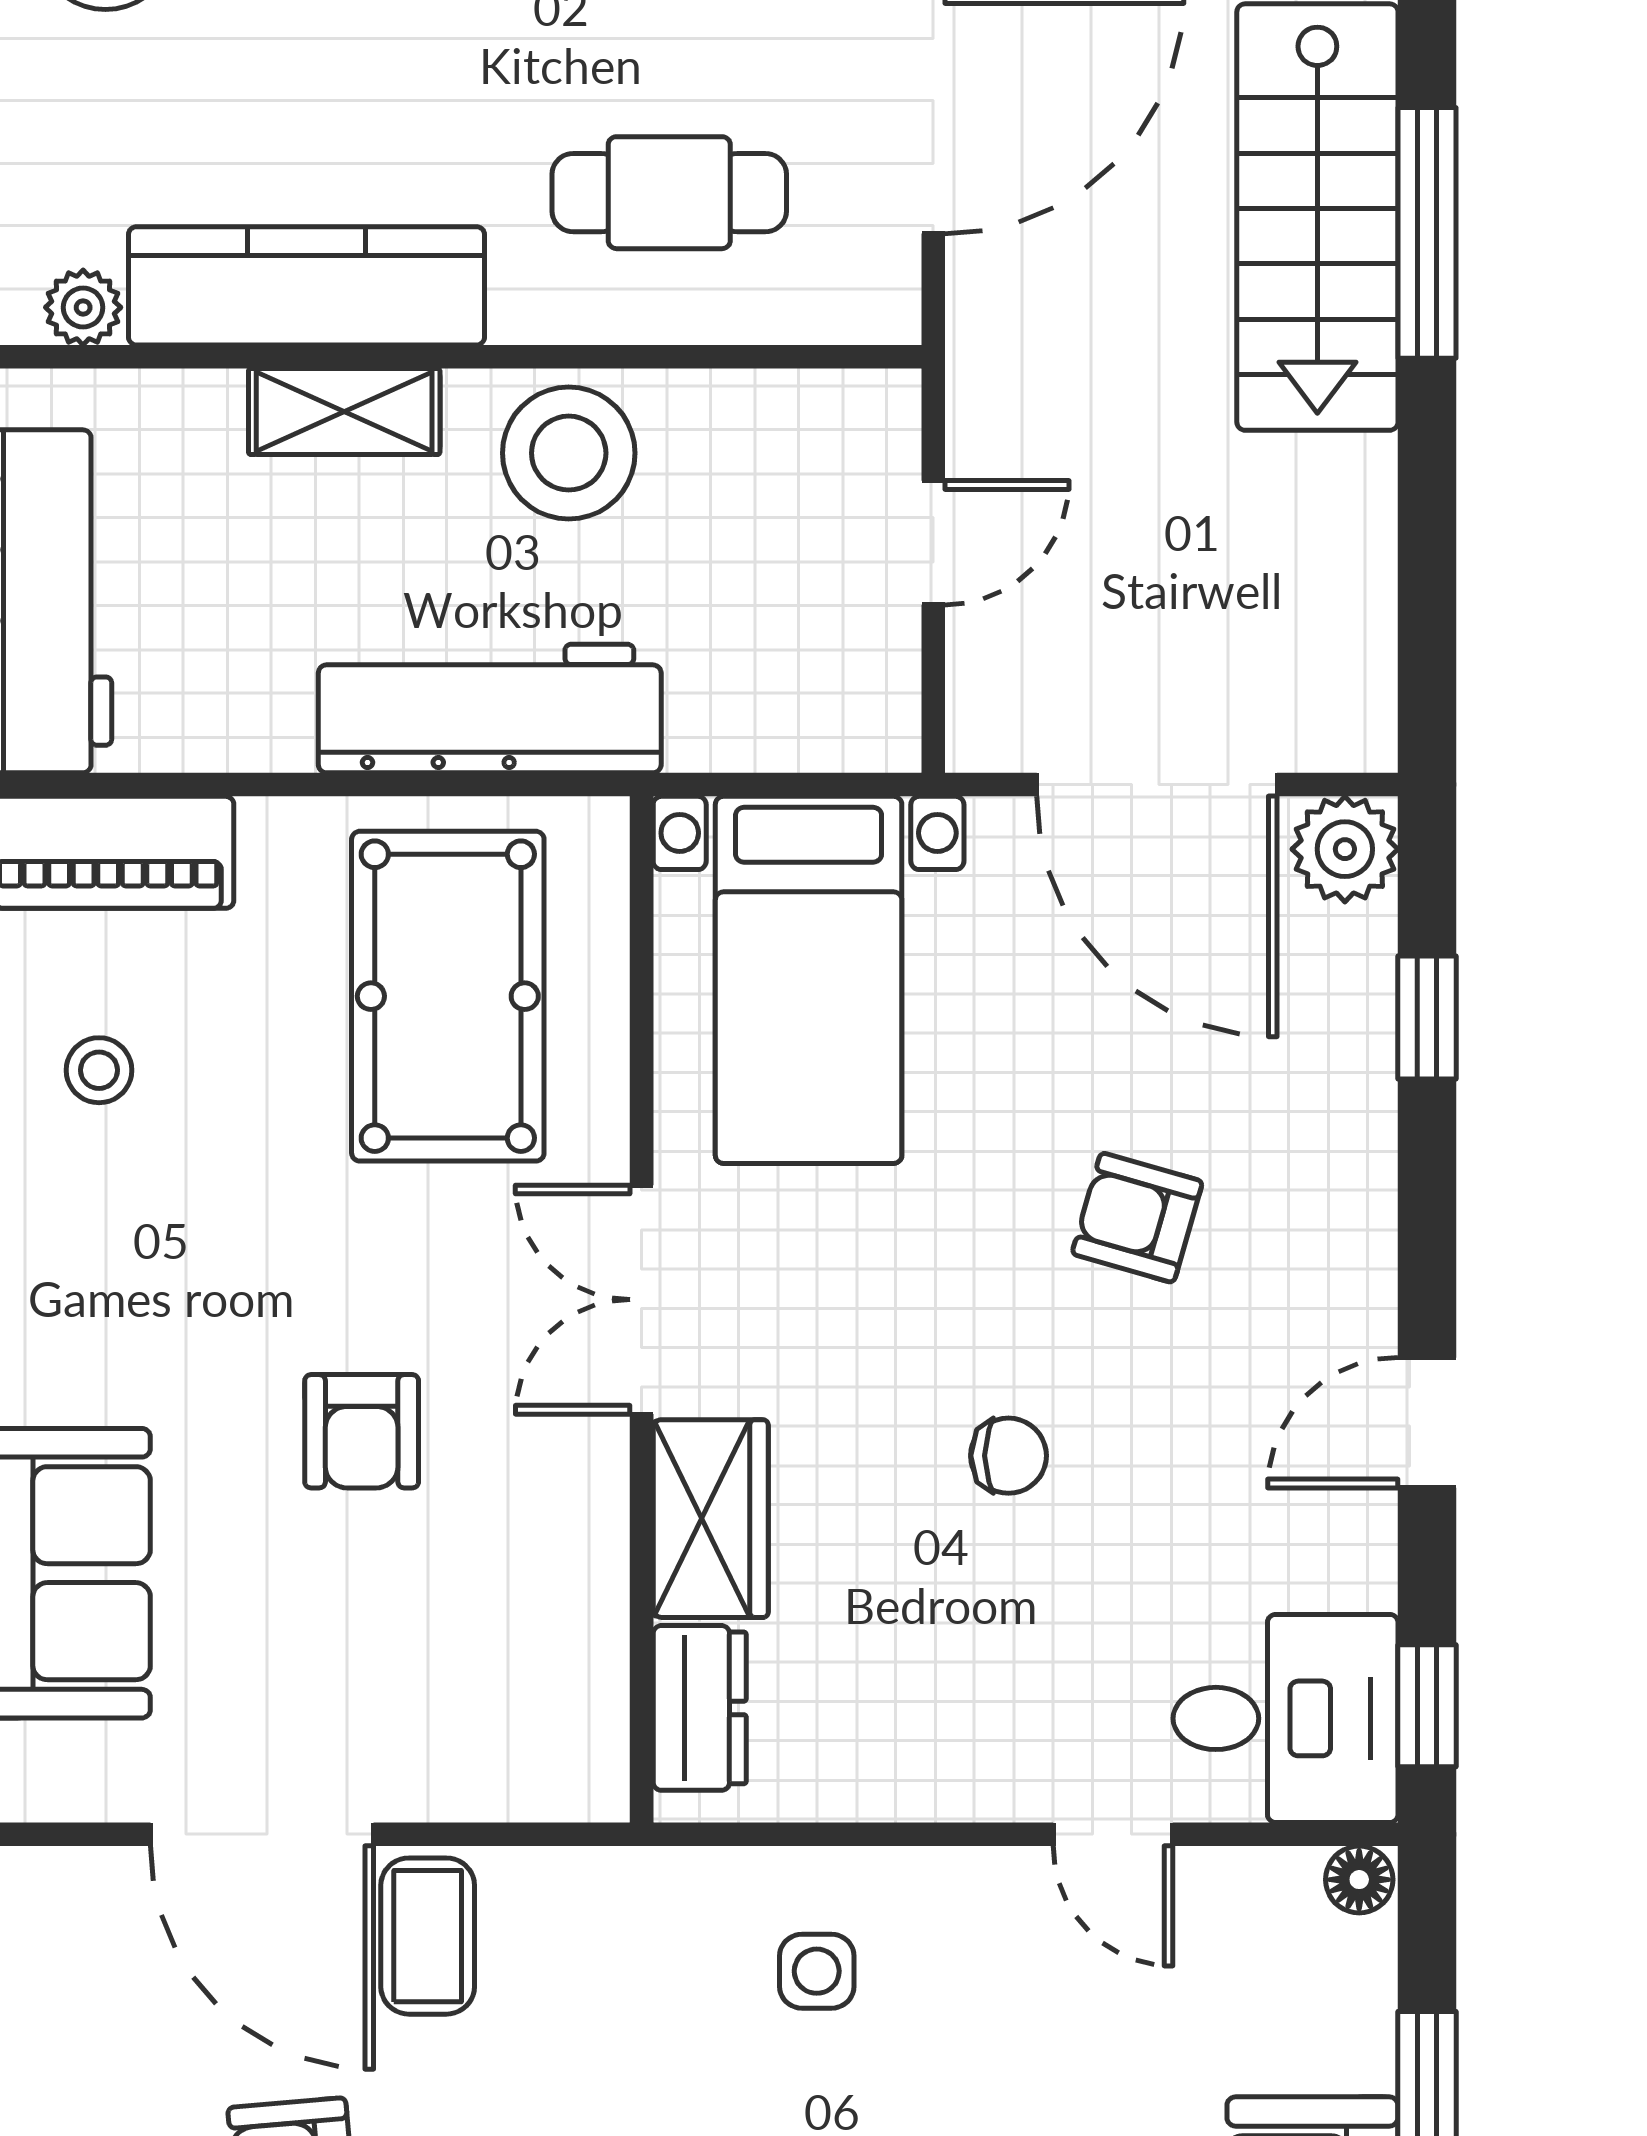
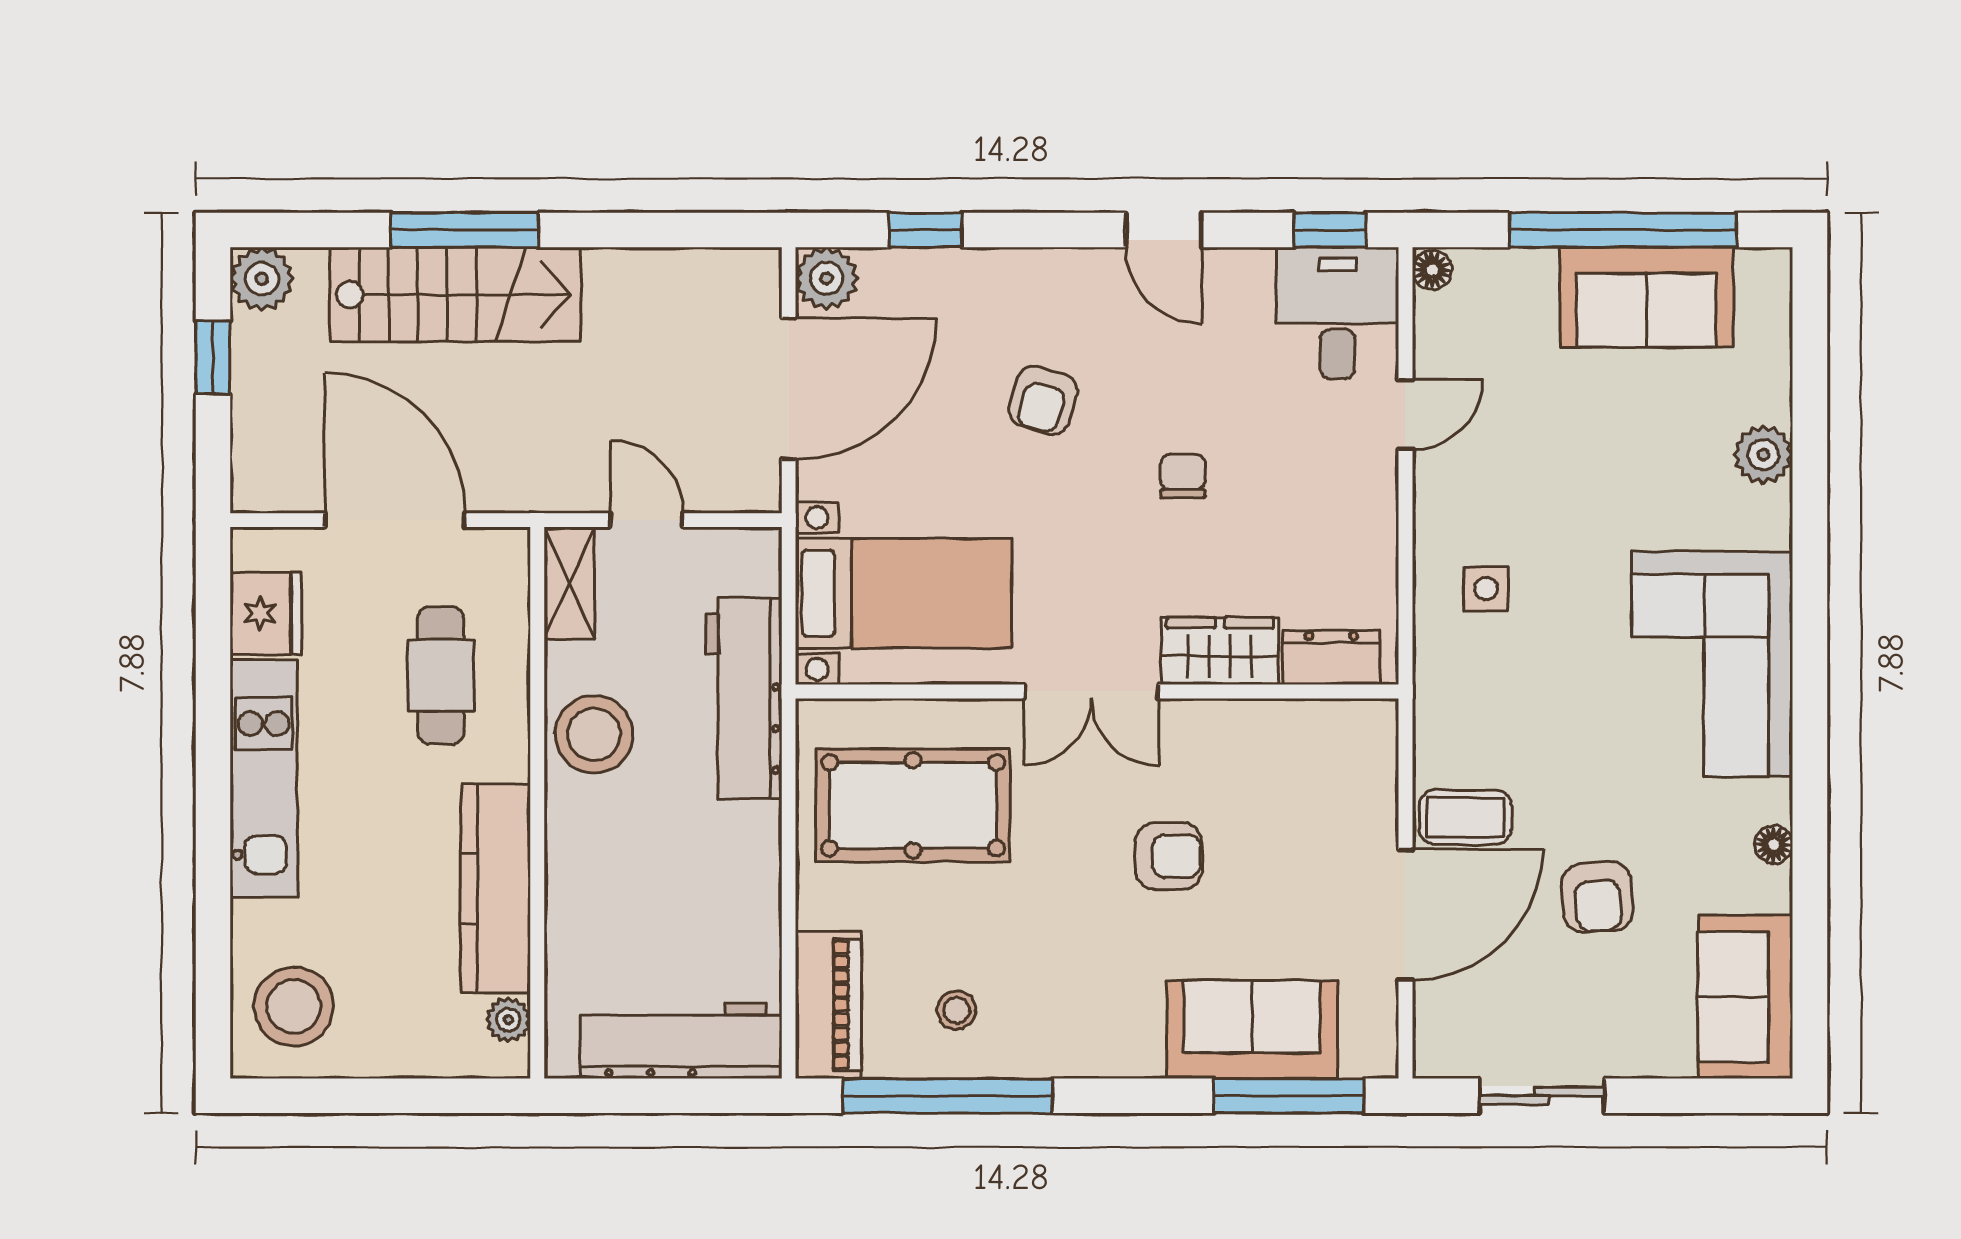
shelving: (344, 412) -> (569, 583), moved
workbench: (490, 708) -> (744, 698), moved

